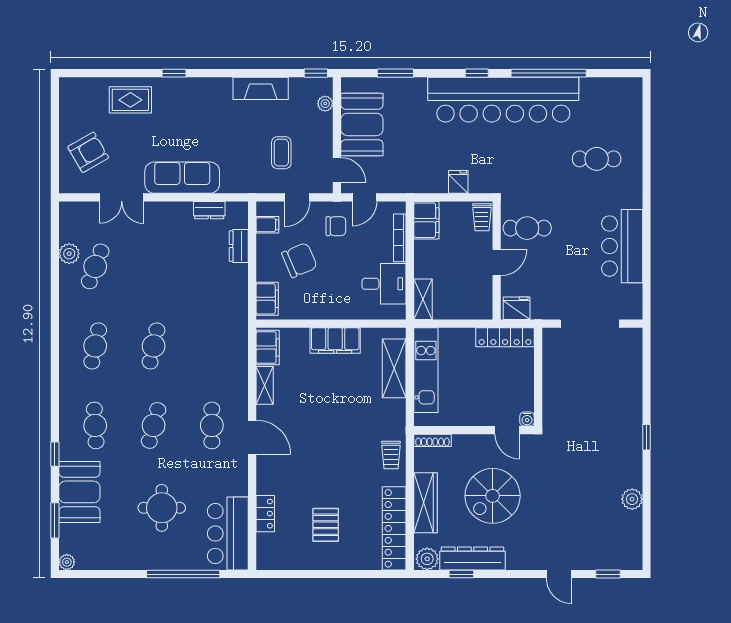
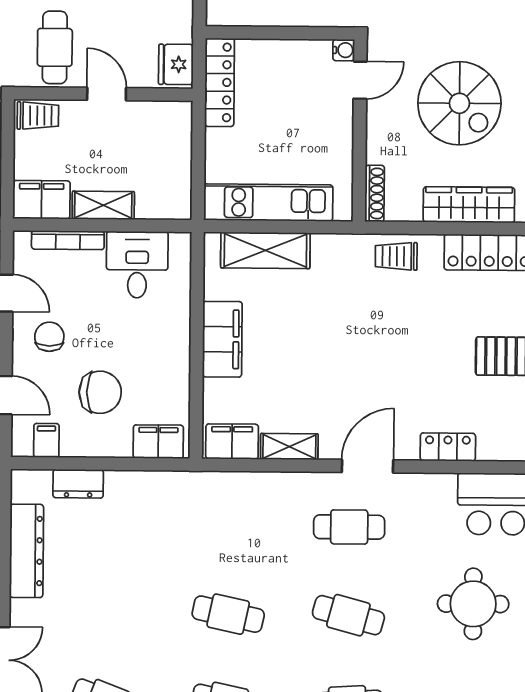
dresser: (209, 210) -> (27, 551), width x1.96, depth x1.24
chair: (299, 260) -> (100, 392), turned 113
shelving: (423, 299) -> (103, 205), moved
trolley: (391, 455) -> (396, 256), turned 180
locker: (265, 514) -> (448, 447), moved

